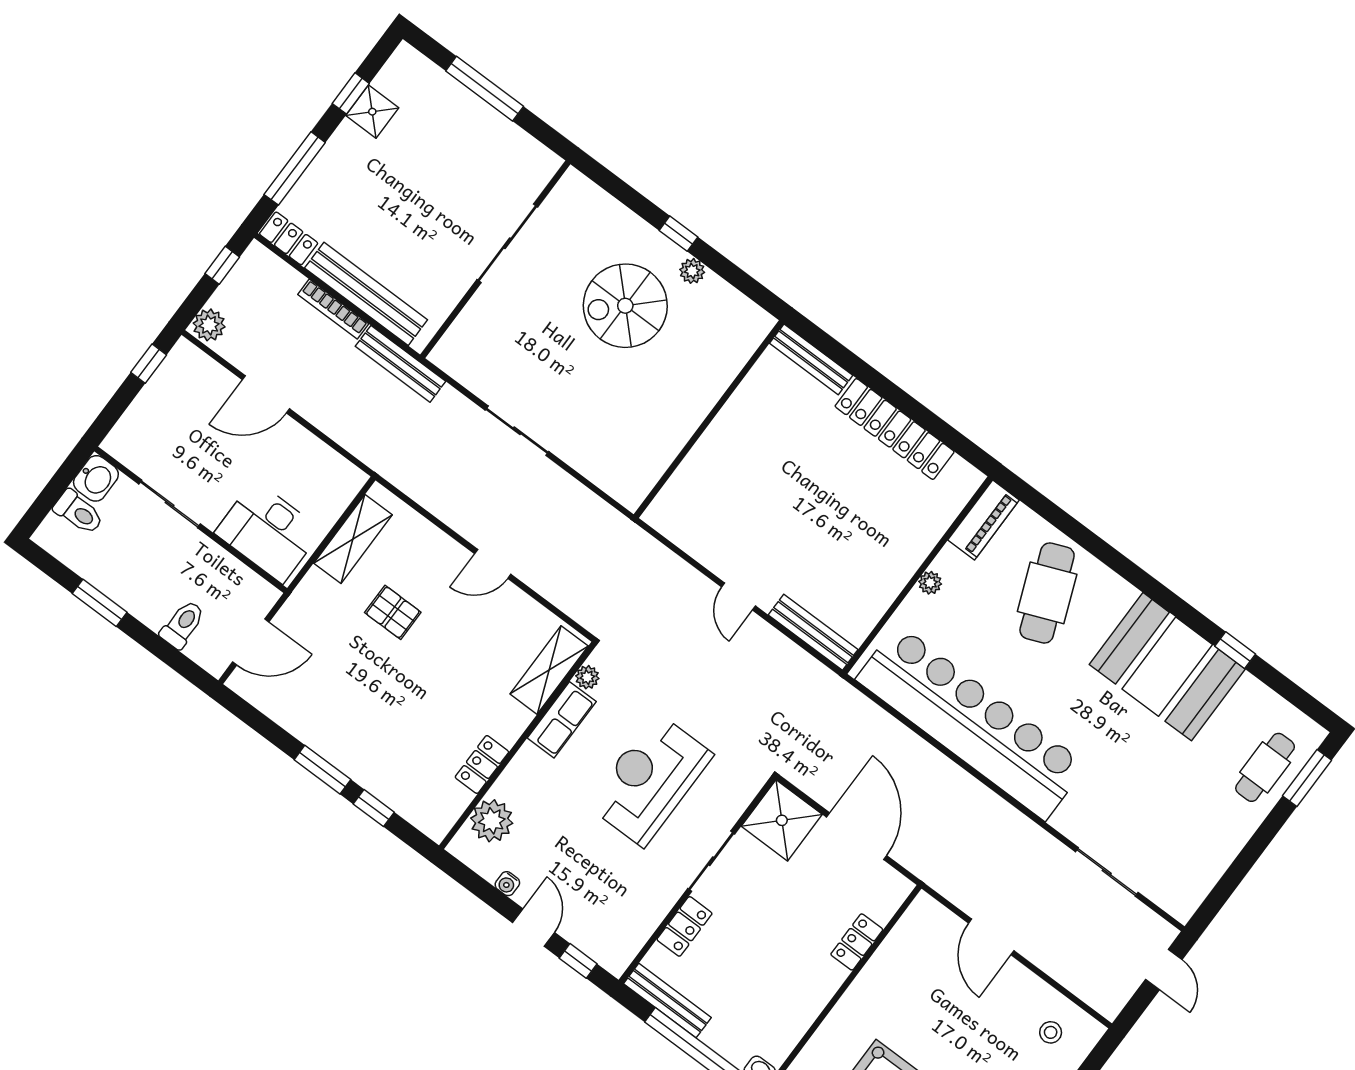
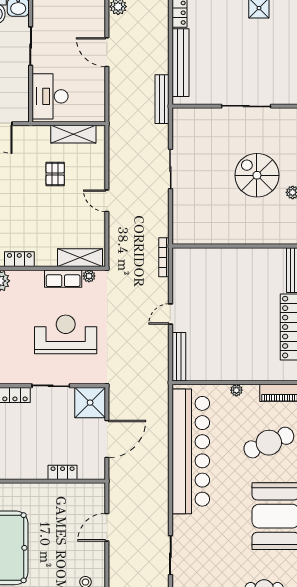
bookcase: (333, 309) -> (164, 257), moved

